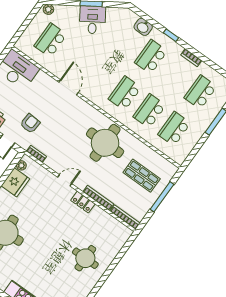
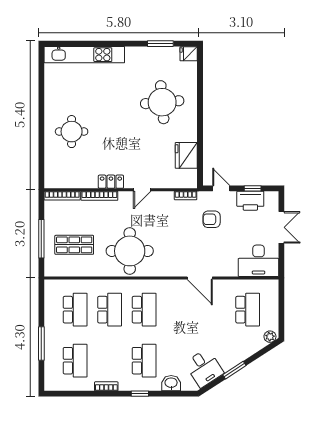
desk: (92, 20) -> (204, 368), moved
armchair: (30, 123) -> (212, 219), turned 86
plant: (21, 165) -> (192, 175), removed

